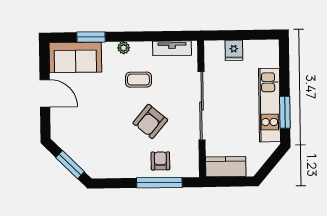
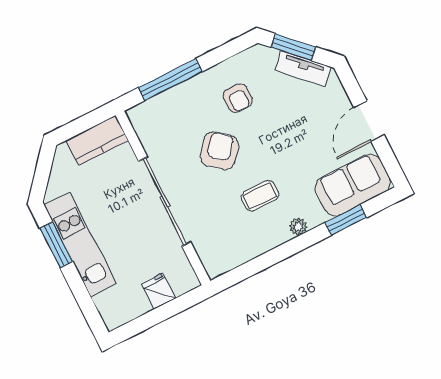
tv unit: (172, 48) -> (303, 68), moved, turned -135
door: (45, 93) -> (369, 121), hinge flipped
armchair: (160, 161) -> (238, 98), moved

